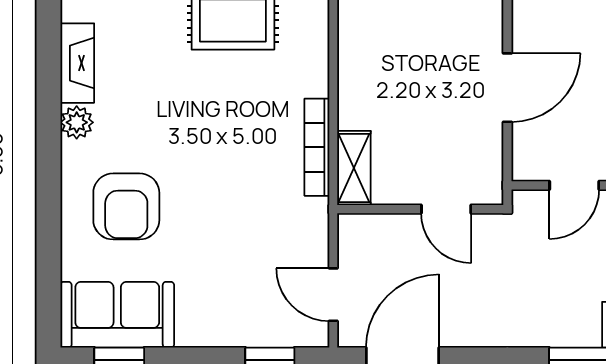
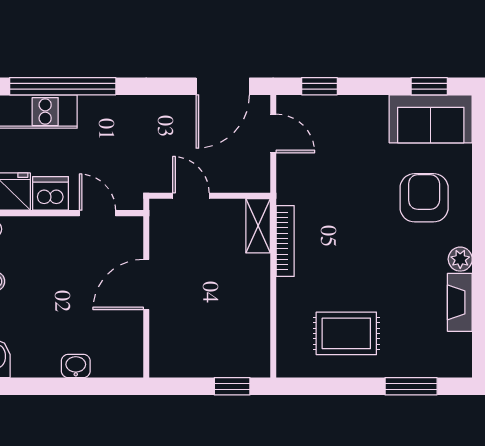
door: (574, 185) -> (97, 213), hinge flipped

